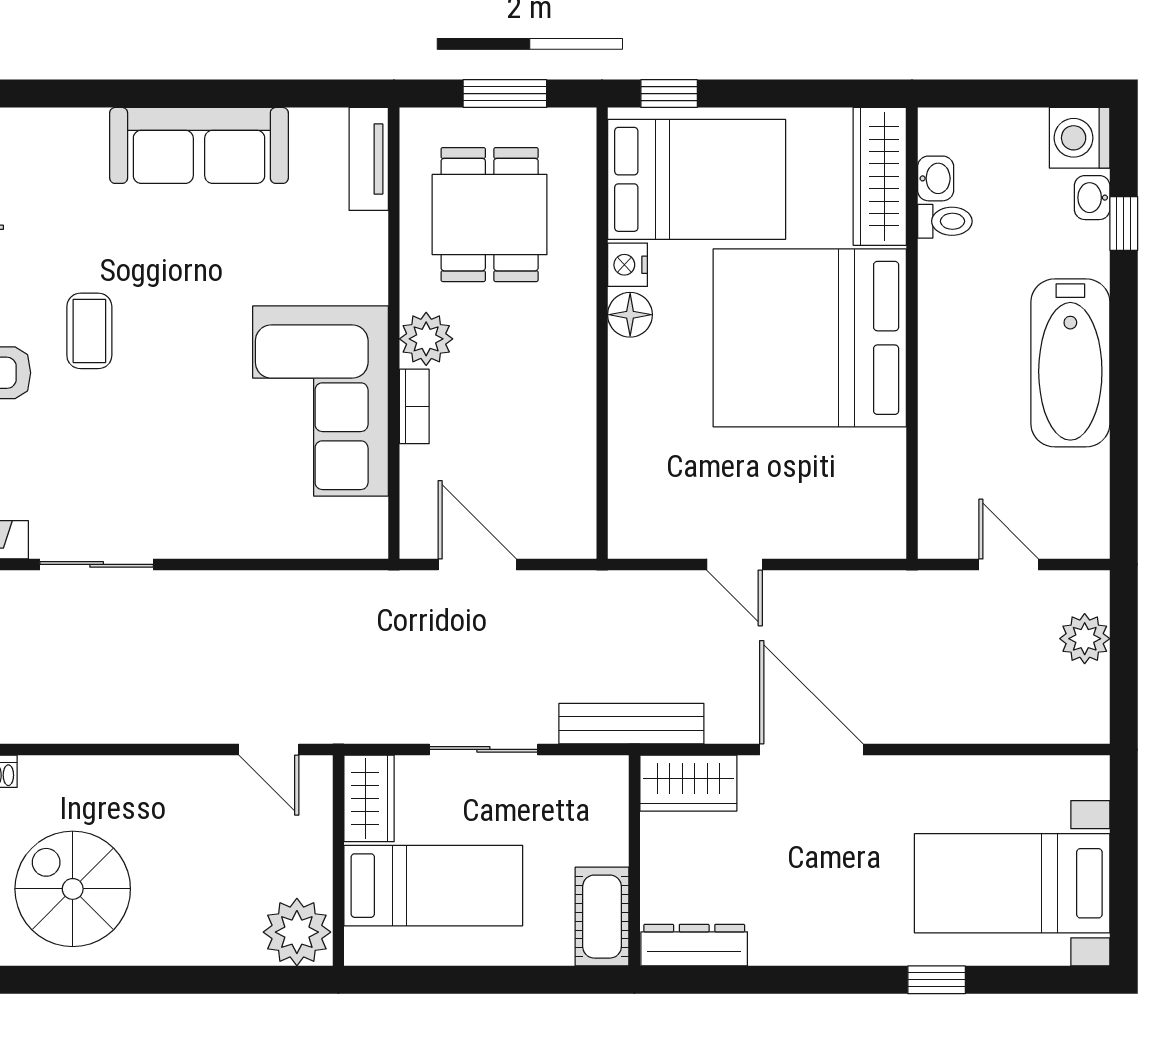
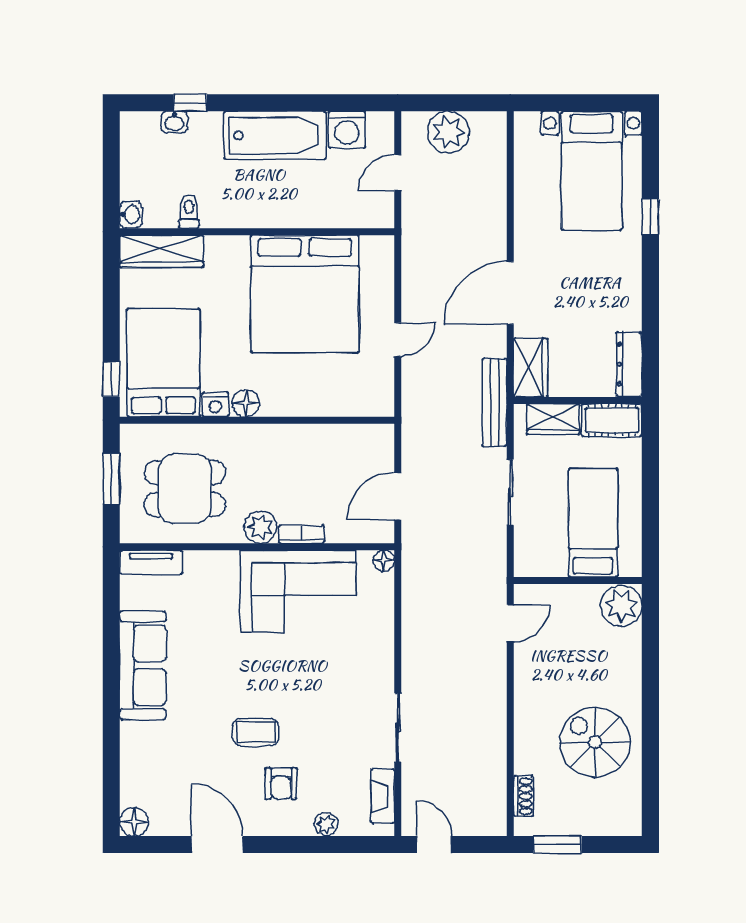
washing machine: (1080, 138) -> (347, 130), moved
washbasin: (936, 178) -> (131, 215), moved, turned 90
bed: (810, 338) -> (305, 294), moved
floor lamp: (371, 542) -> (384, 561), added
plant: (1085, 639) -> (448, 132), width x1.36, depth x1.36
wardrobe: (369, 798) -> (553, 419), moved, turned 180
spiral stairs: (73, 889) -> (595, 742), turned 90

